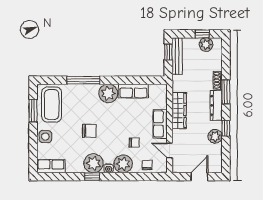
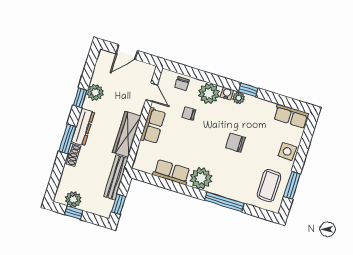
bench: (177, 56) -> (116, 177), moved
coffee table: (52, 105) -> (269, 186), width x0.73, depth x0.76
plant: (93, 163) -> (239, 98), width x0.53, depth x0.53

